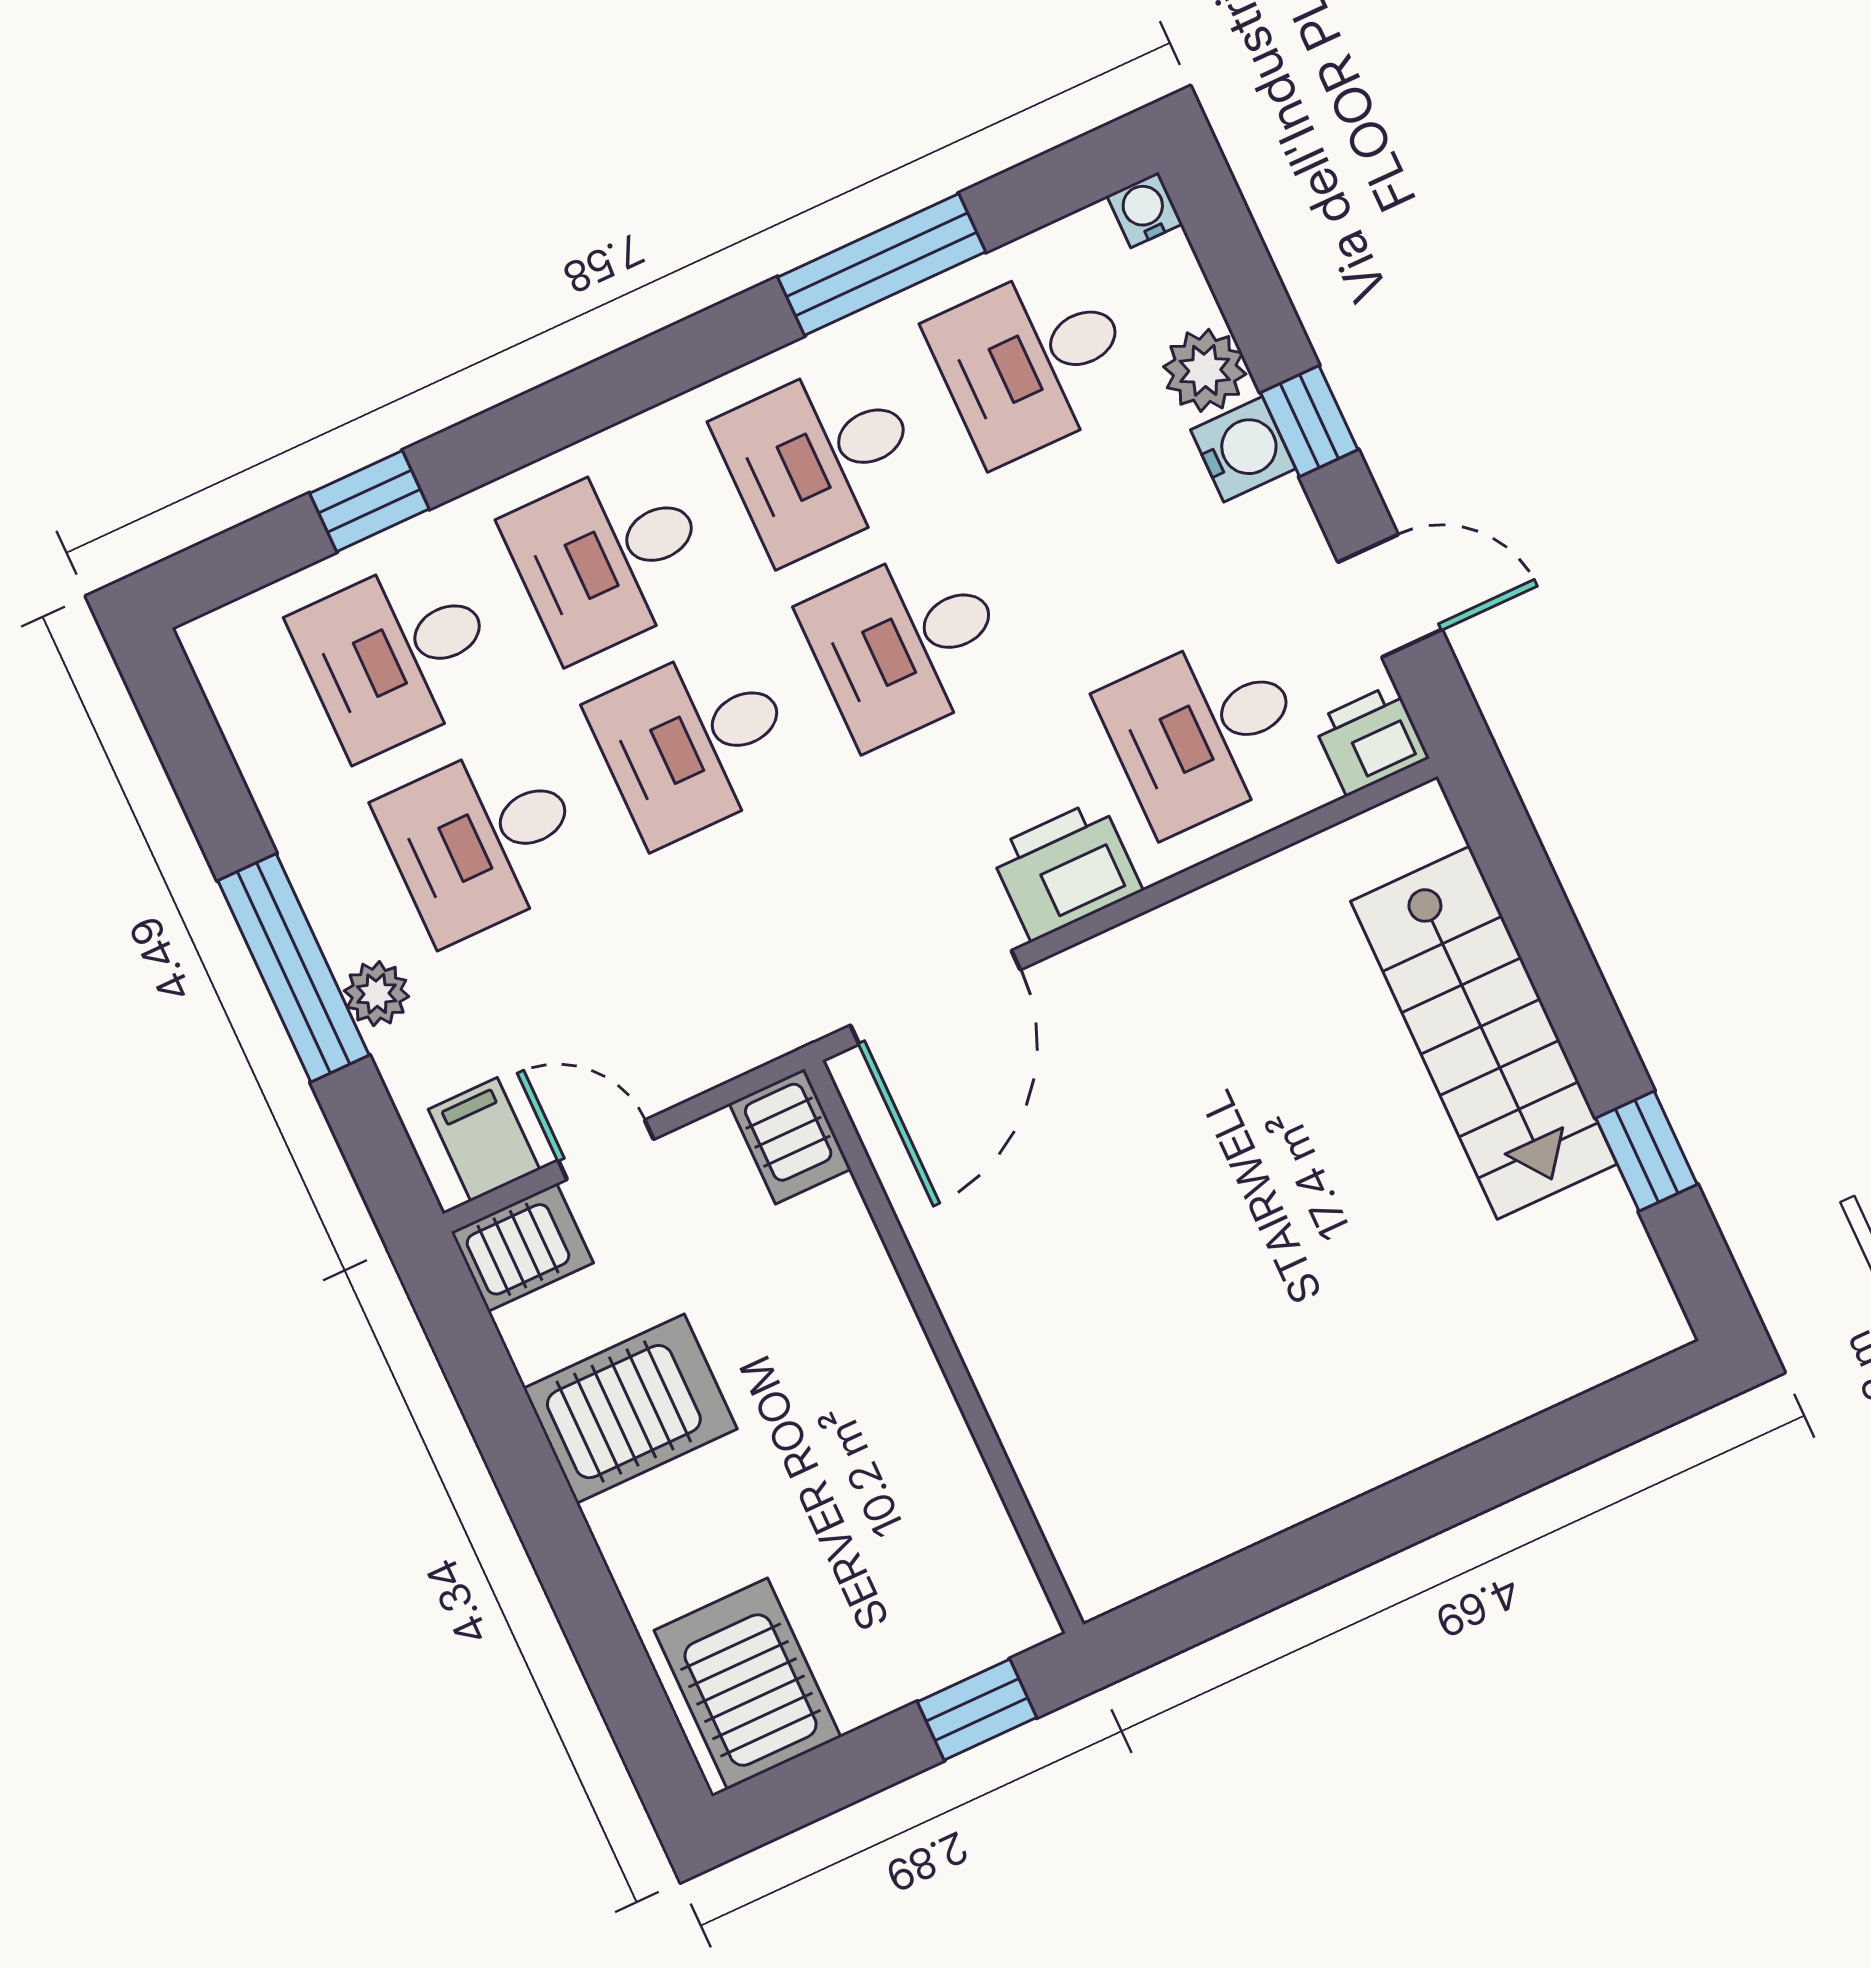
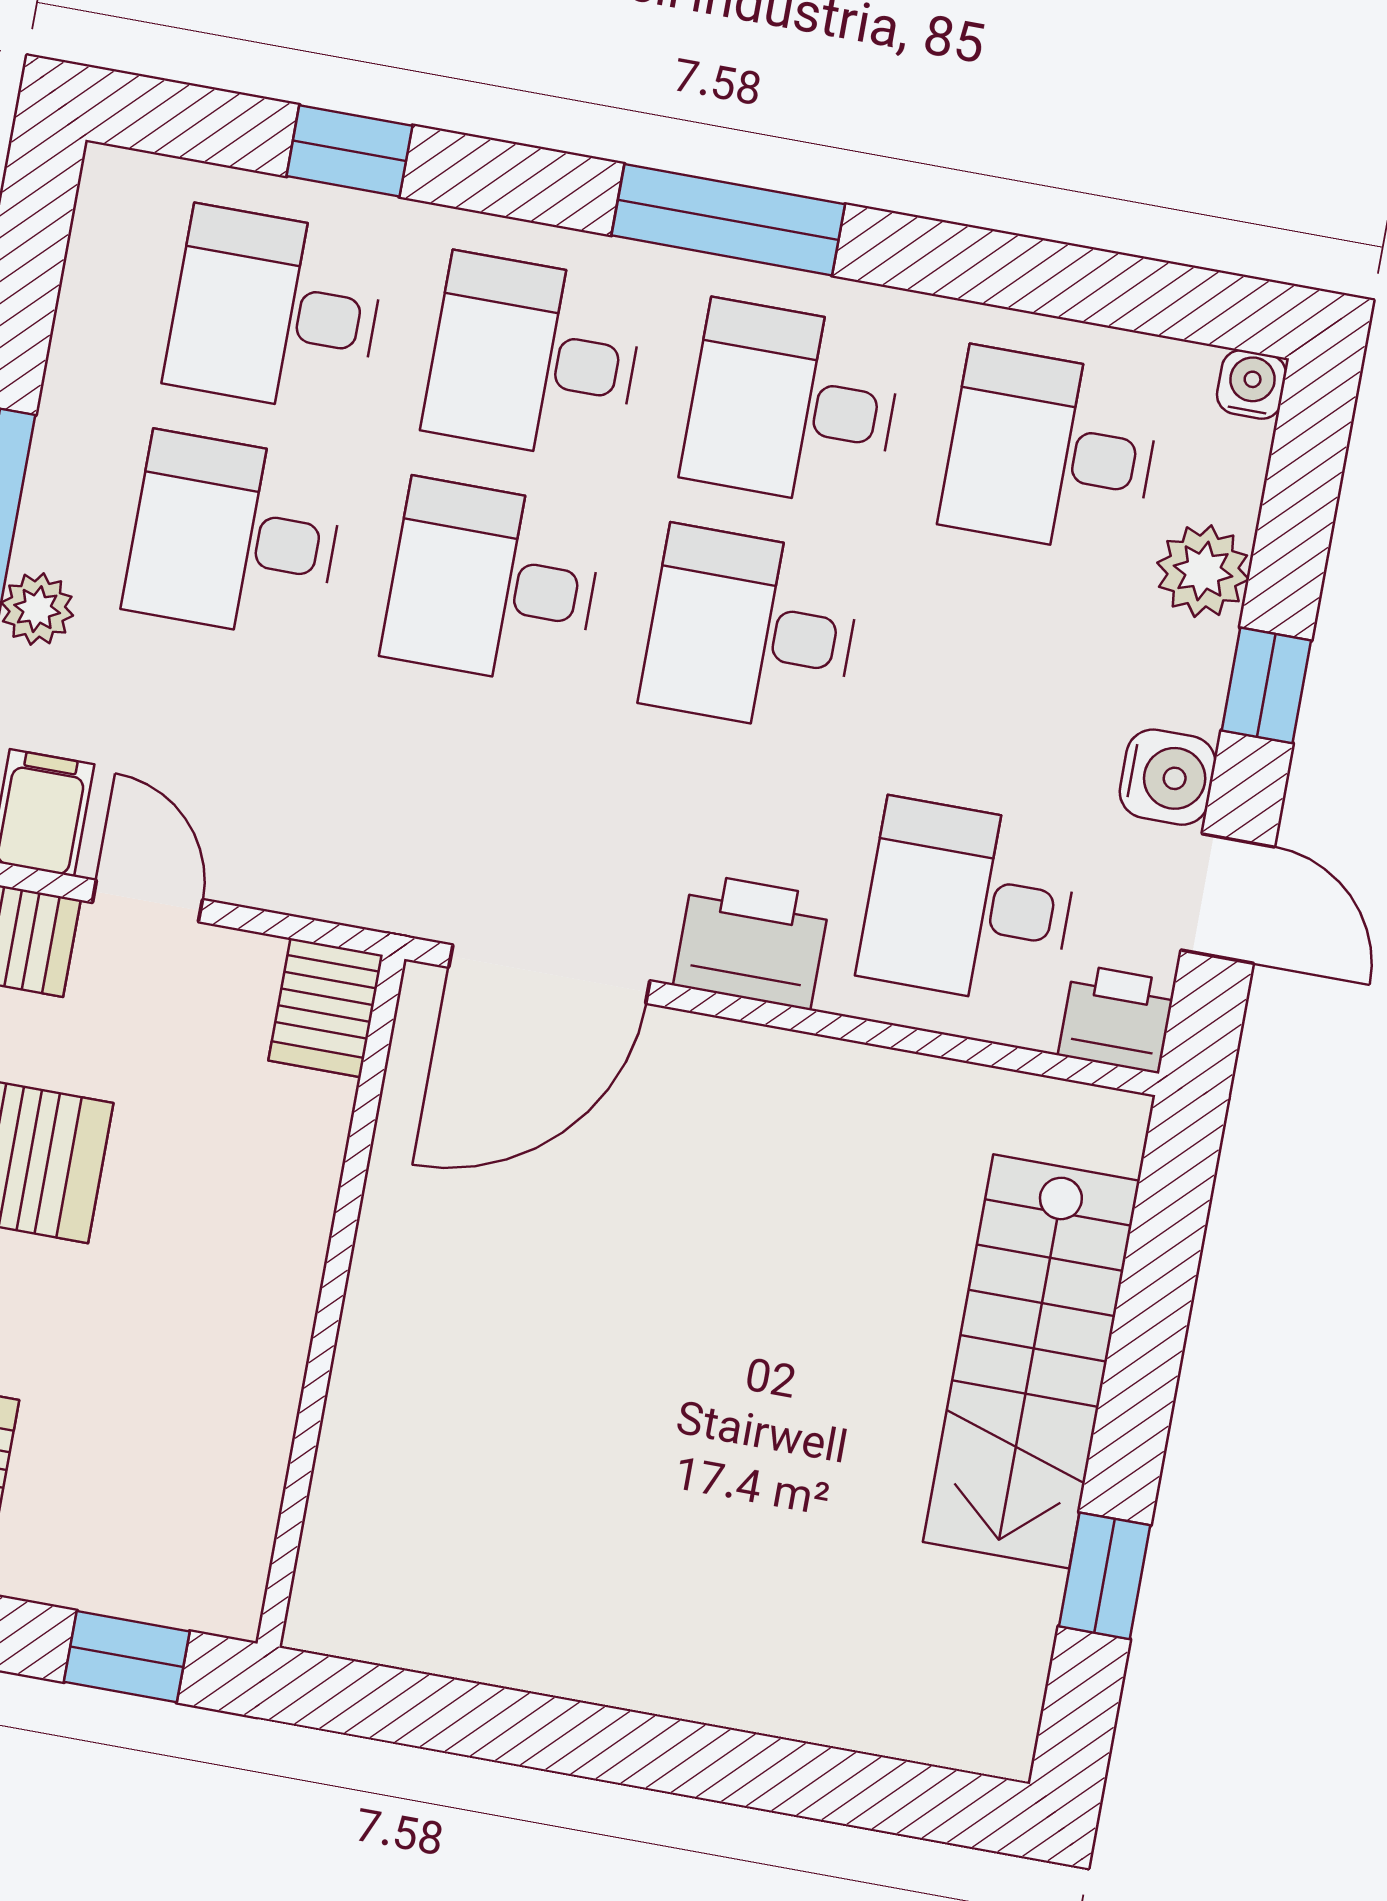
window: (882, 264) -> (728, 220), moved
water cooler: (1243, 449) -> (1168, 777), moved

